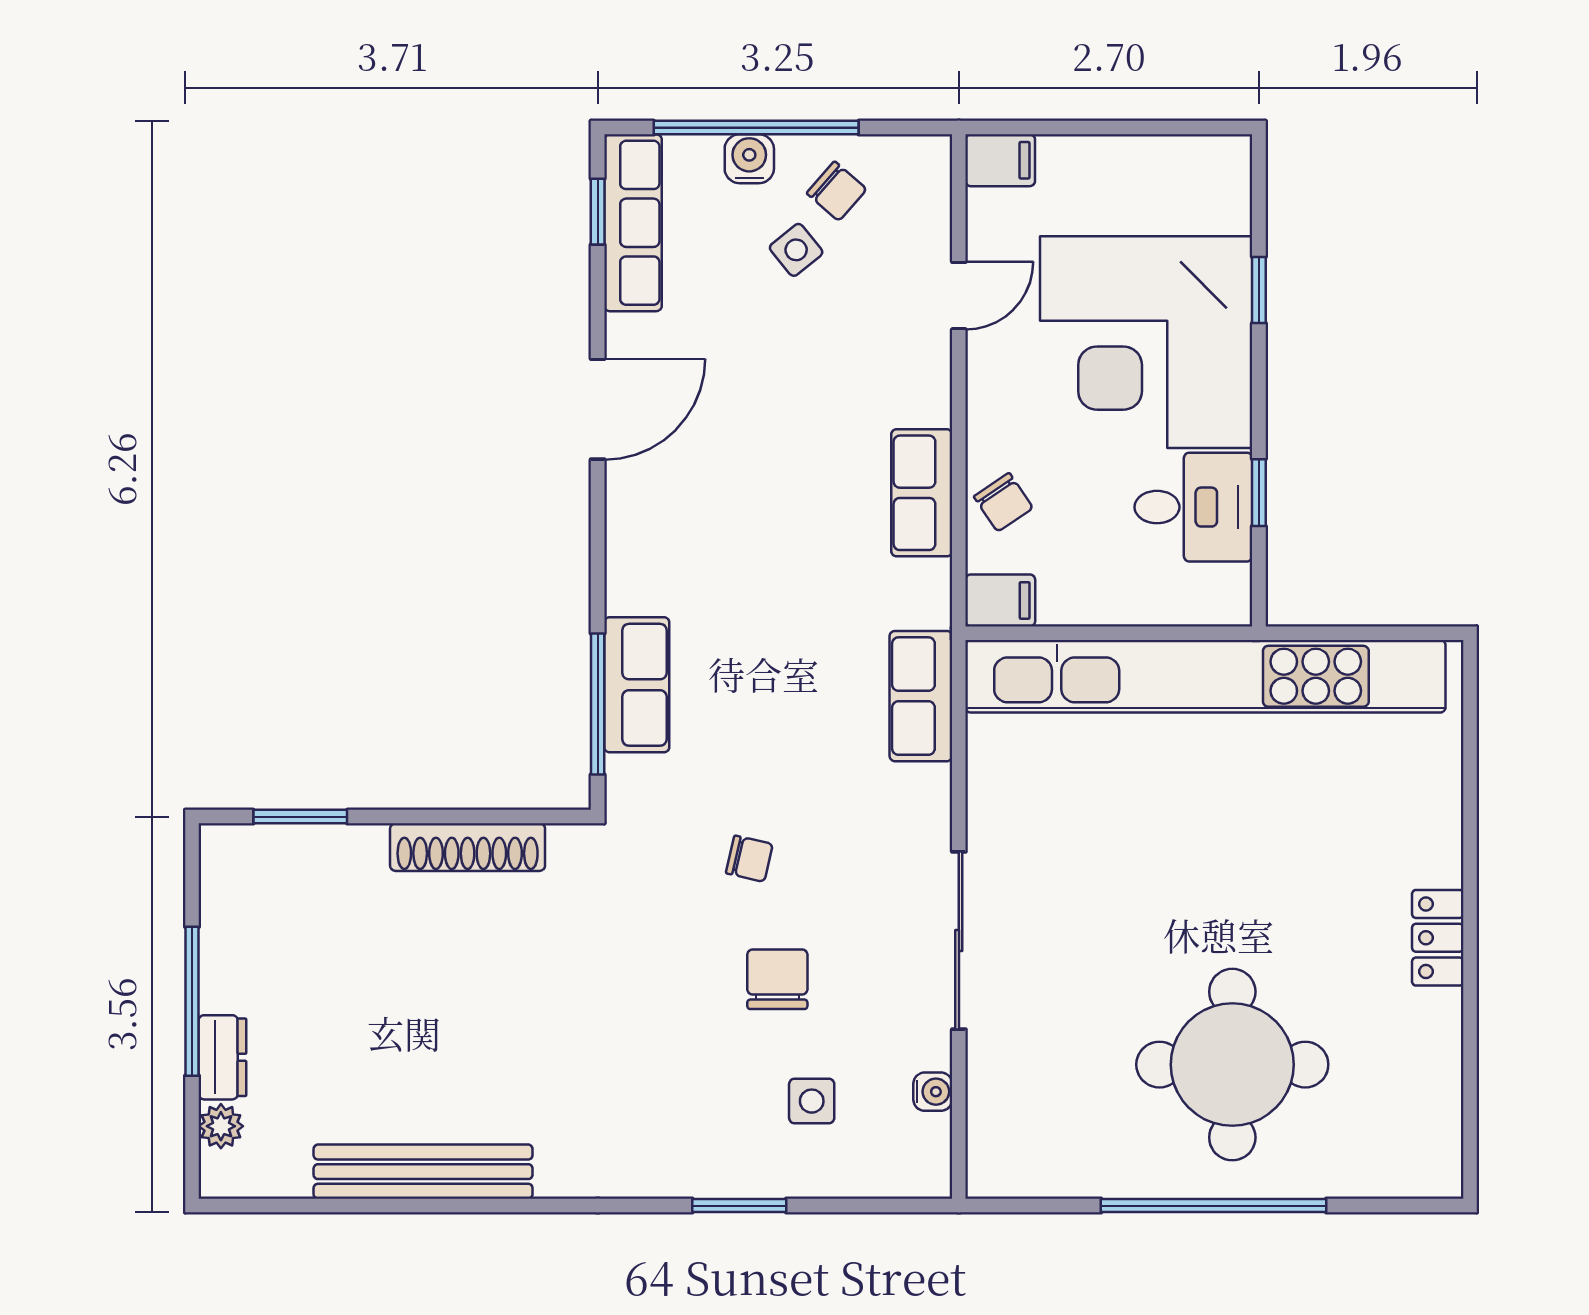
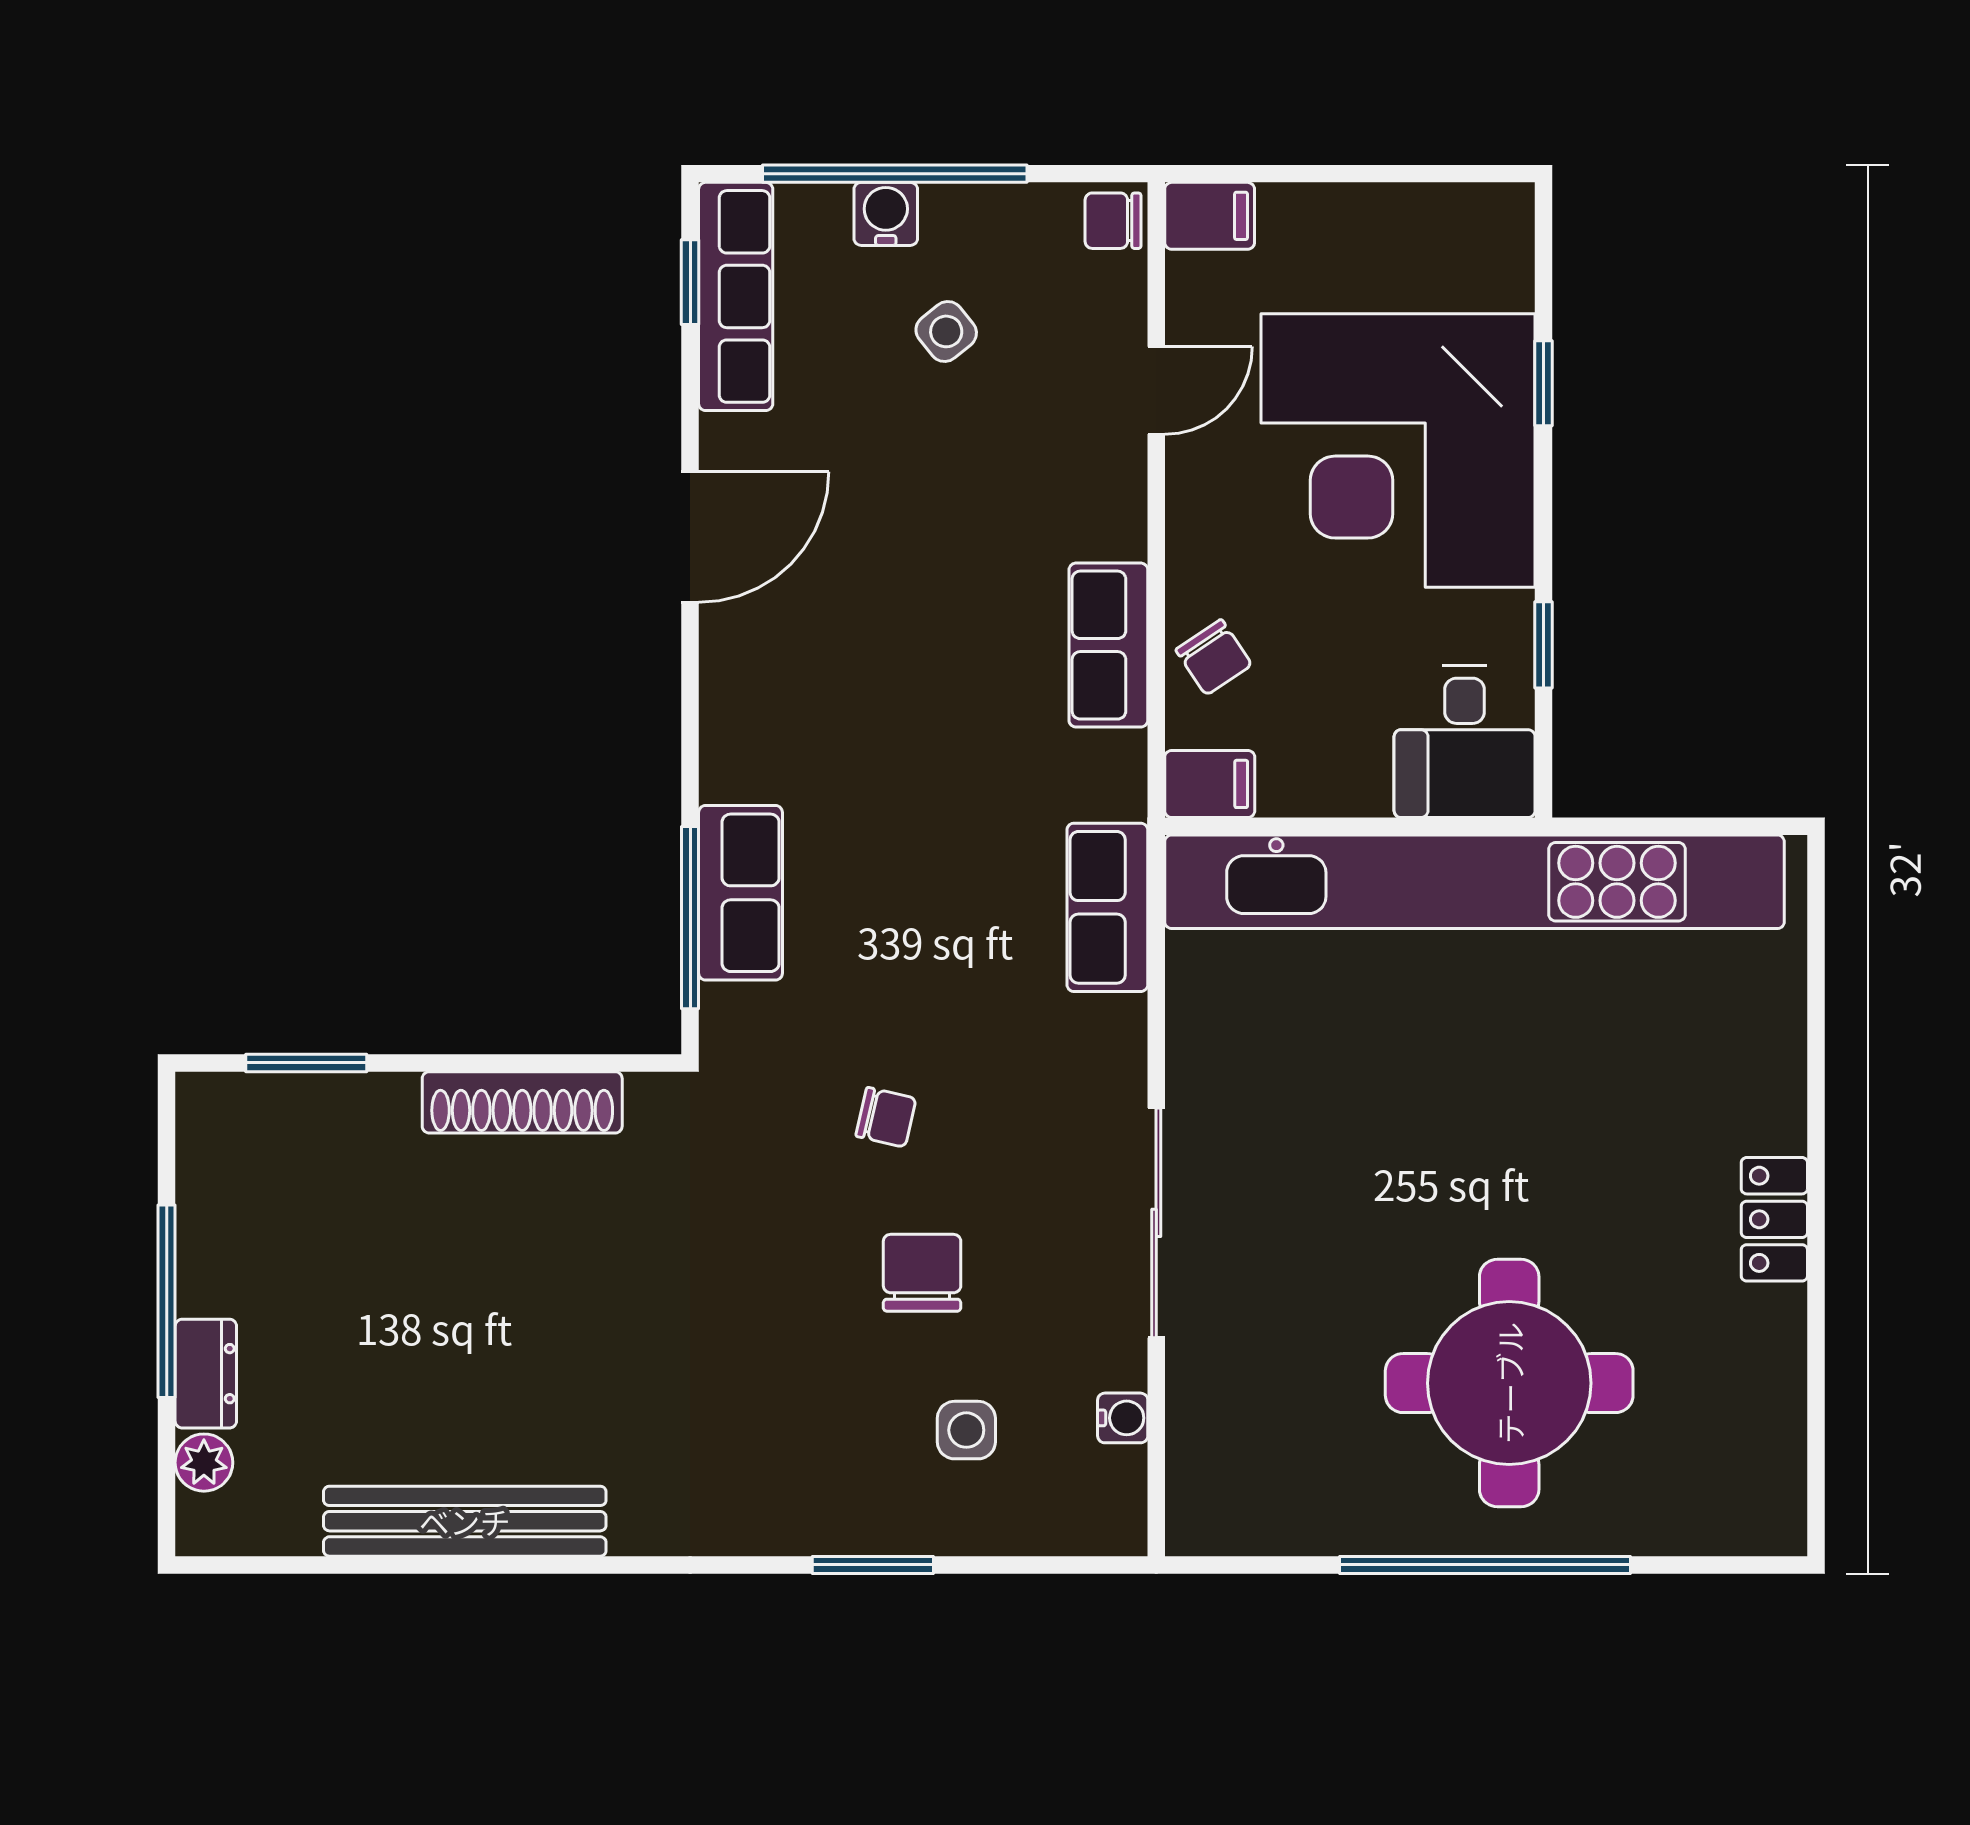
chair: (837, 191) -> (1113, 221), moved, turned 139
desk: (1193, 507) -> (1465, 742), moved, turned 90

